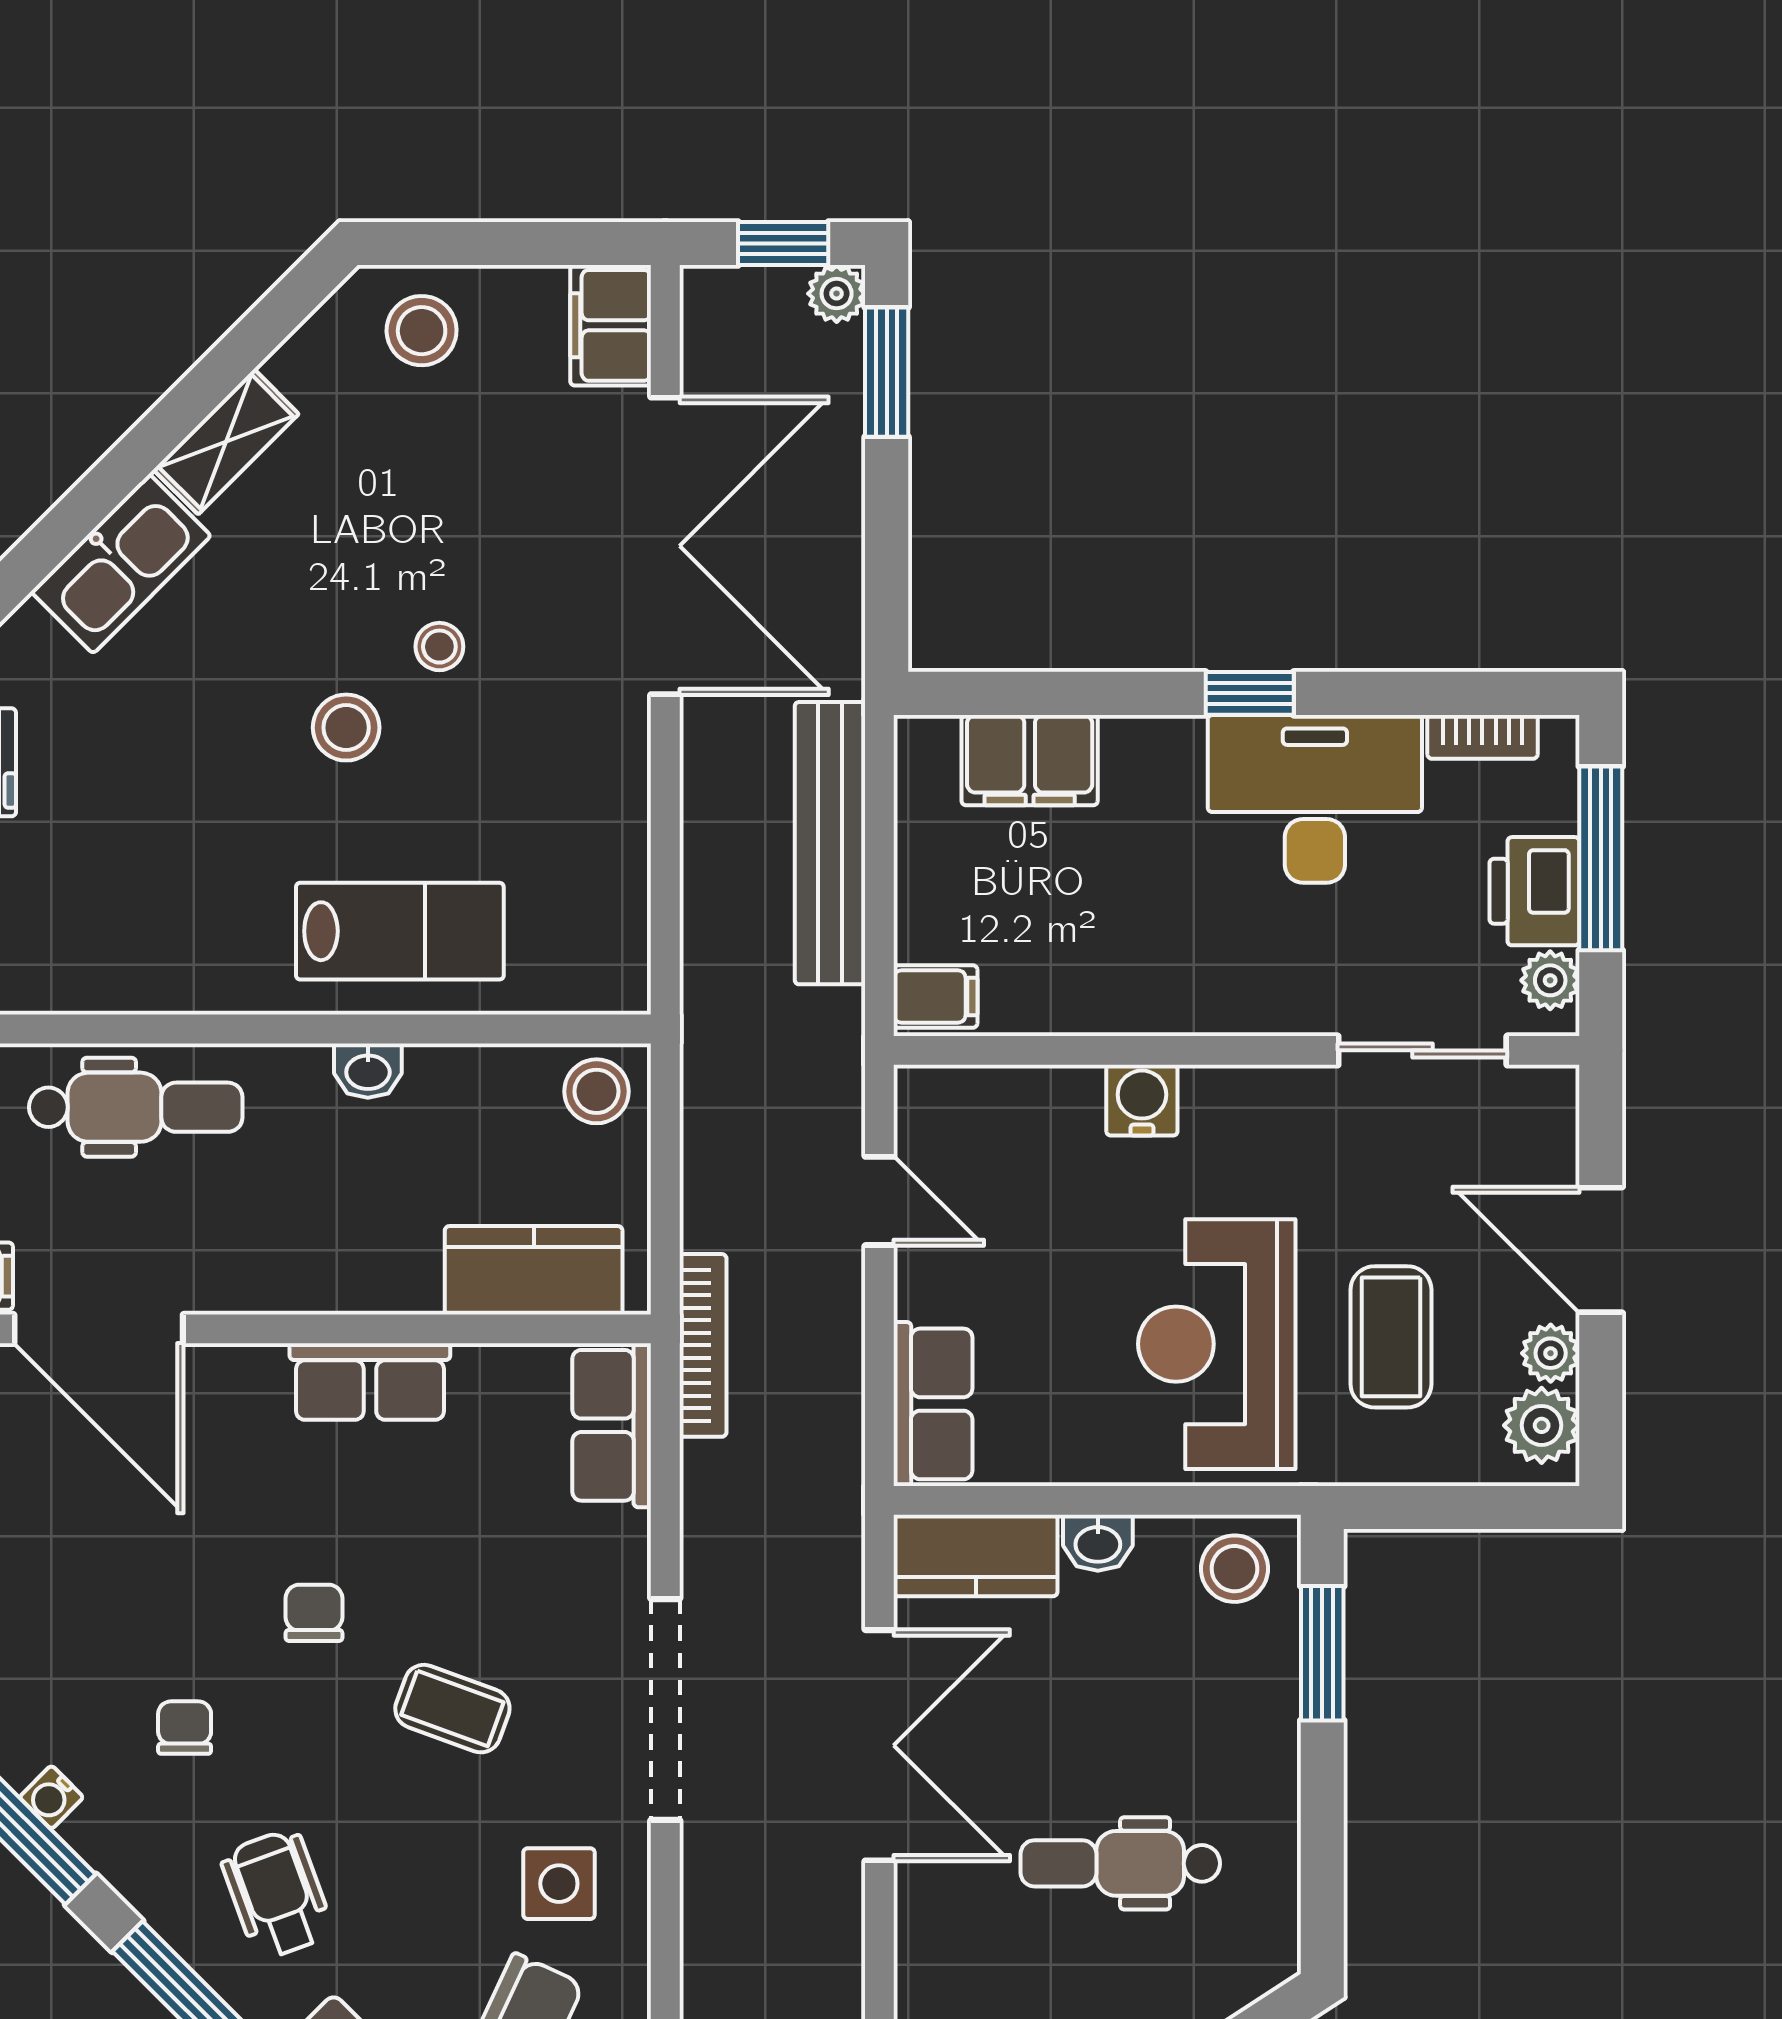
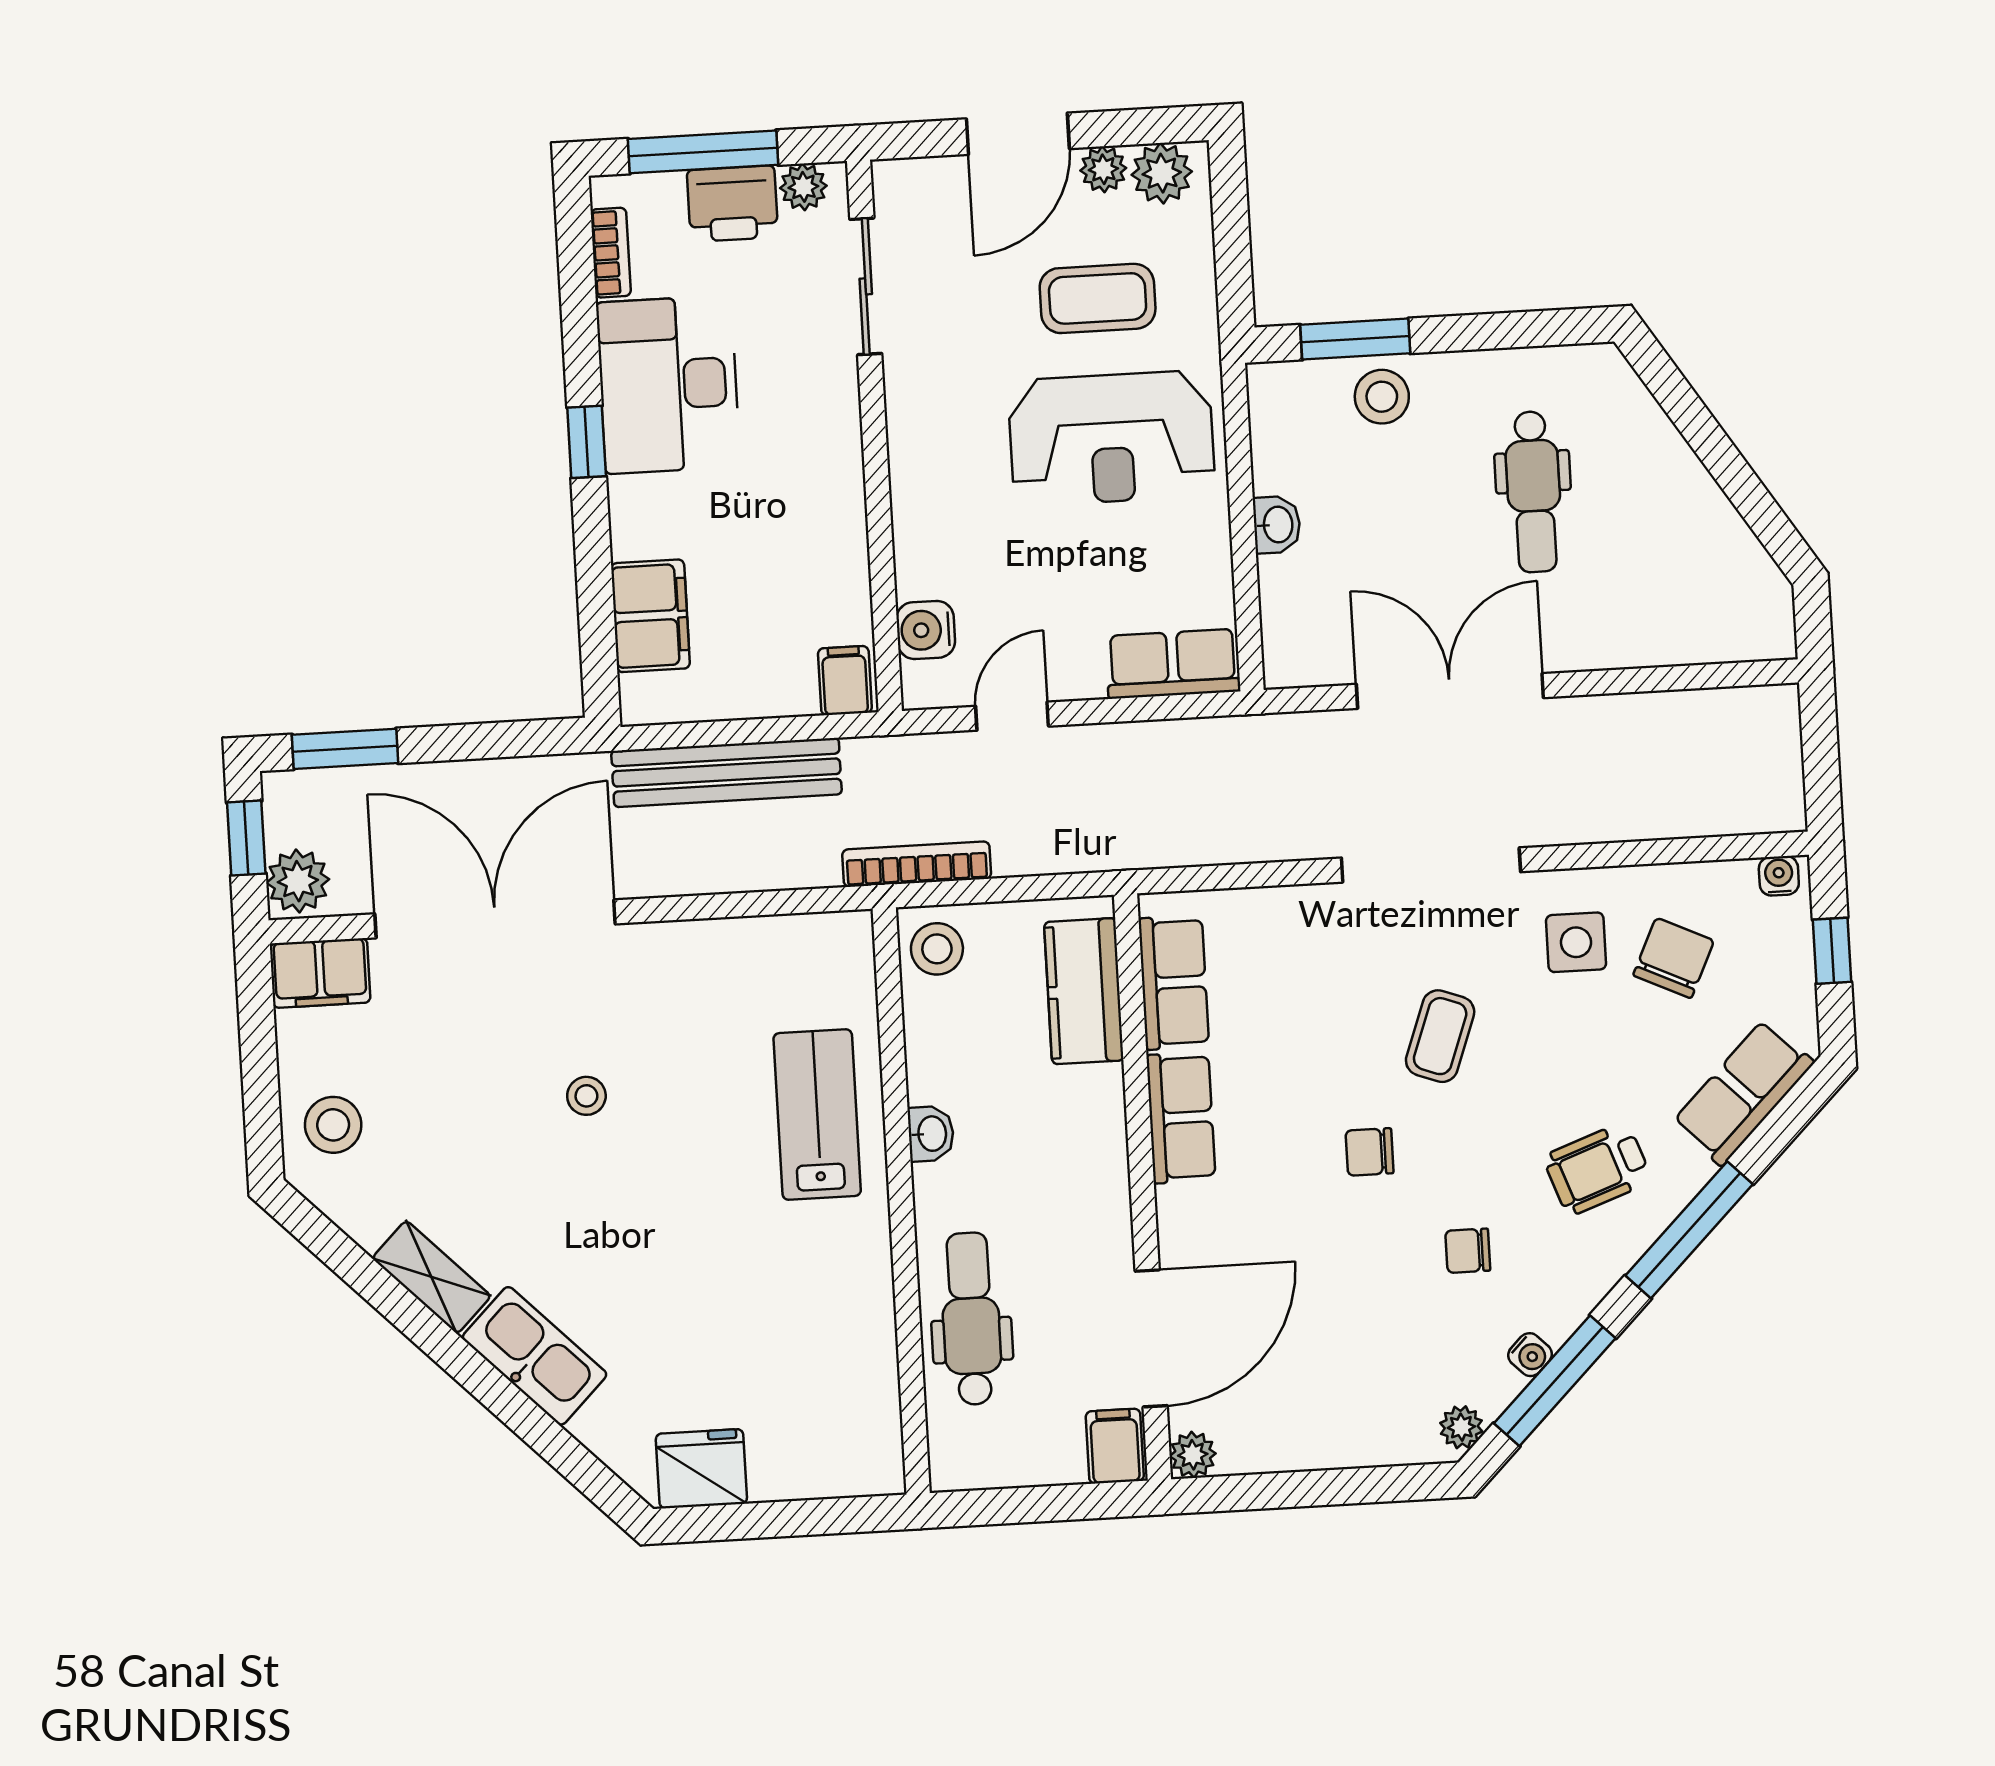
plant: (837, 294) -> (298, 881), moved, width x1.38, depth x1.38
stool: (346, 728) -> (656, 1167), removed
water cooler: (1142, 1100) -> (926, 630), moved
bookcase: (703, 1345) -> (917, 864), moved
row of seats: (612, 1425) -> (1174, 982), moved, turned -90
kitchen counter: (976, 1556) -> (1293, 622), removed
stool: (1234, 1569) -> (1382, 397), moved

